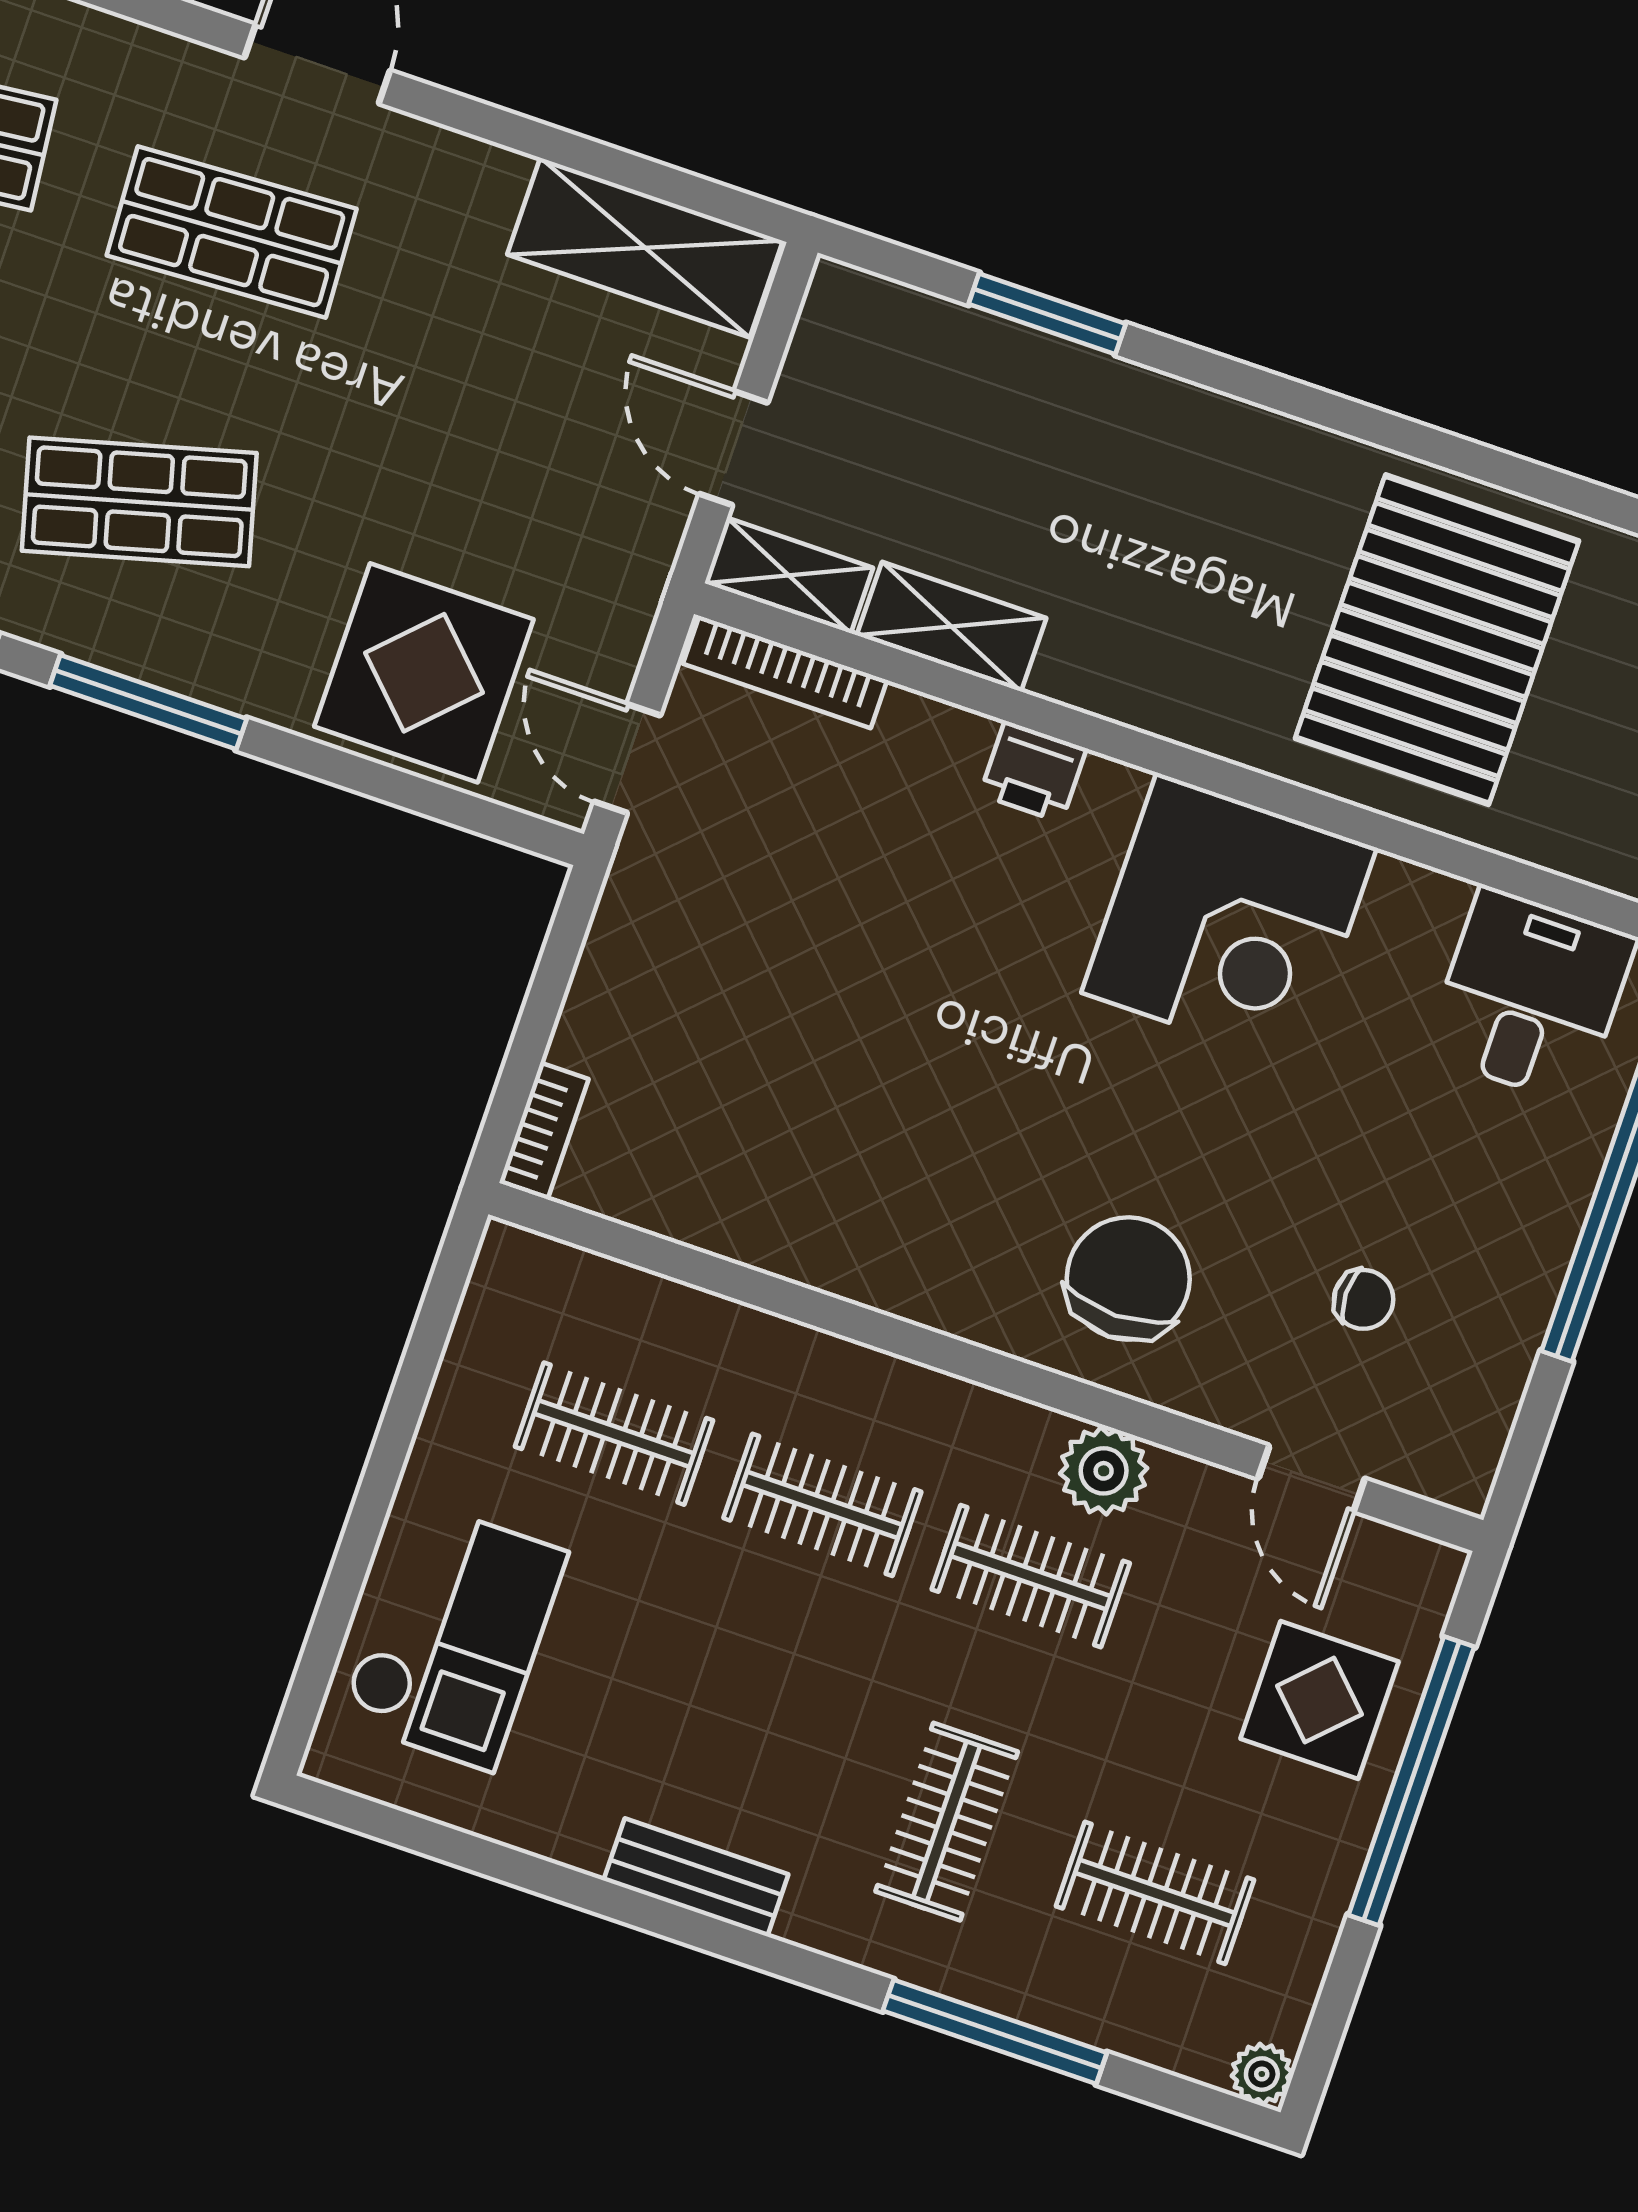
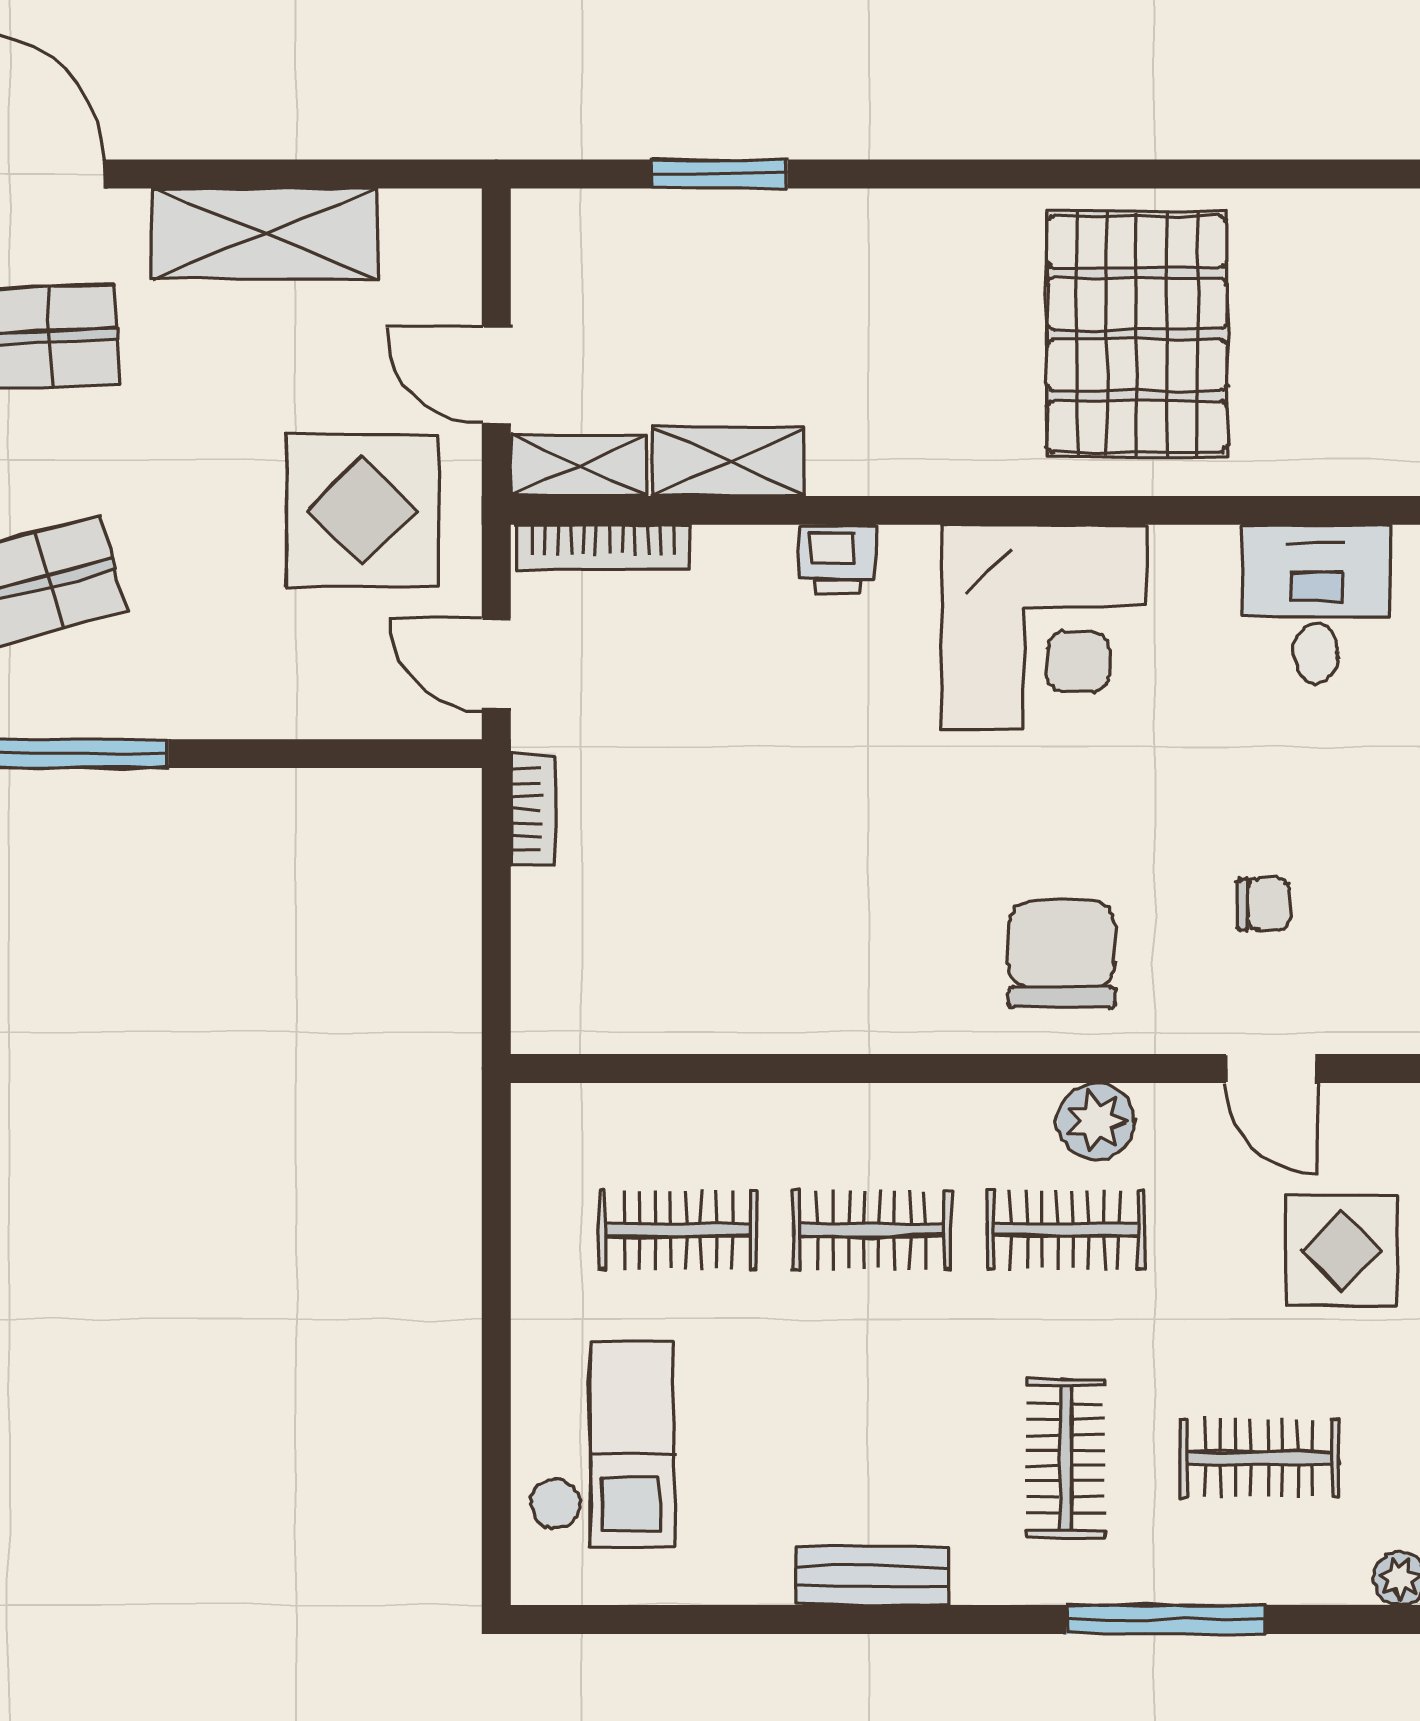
shelving: (645, 248) -> (264, 233), moved
display table: (424, 673) -> (362, 510), moved
bookcase: (544, 1131) -> (533, 809), moved

